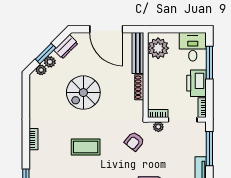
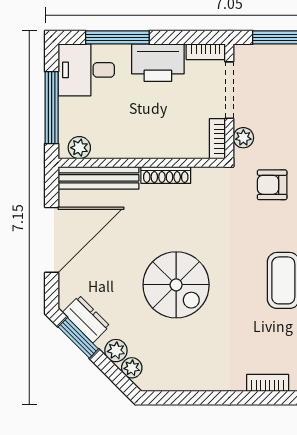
window: (174, 29) -> (52, 108), added
plant: (158, 48) -> (79, 148), width x0.53, depth x0.53
window: (46, 54) -> (78, 338), moved
armchair: (134, 141) -> (272, 185), turned 141

